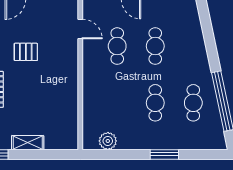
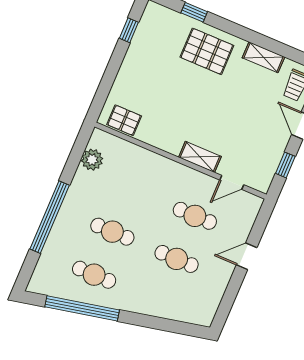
pallet: (26, 52) -> (124, 120), moved, turned 90
shelving: (28, 143) -> (200, 157), moved, turned 90
window: (164, 154) -> (50, 217), width x2.11

